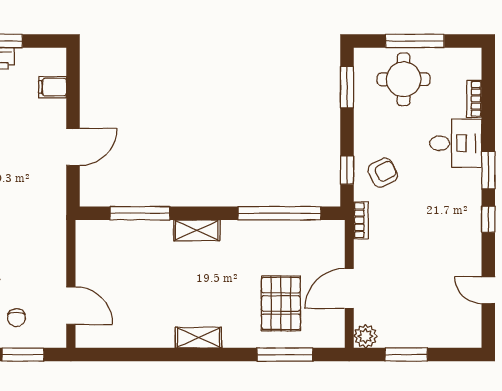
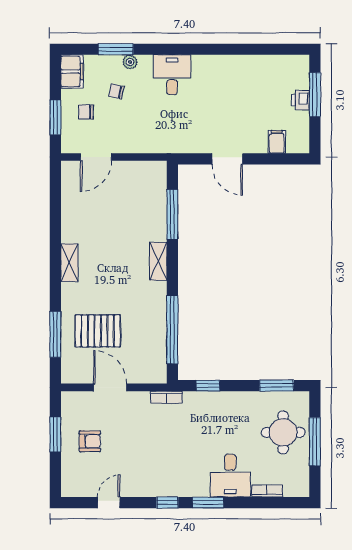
armchair: (383, 173) -> (90, 441), moved, turned -64
plant: (365, 336) -> (71, 401), removed

